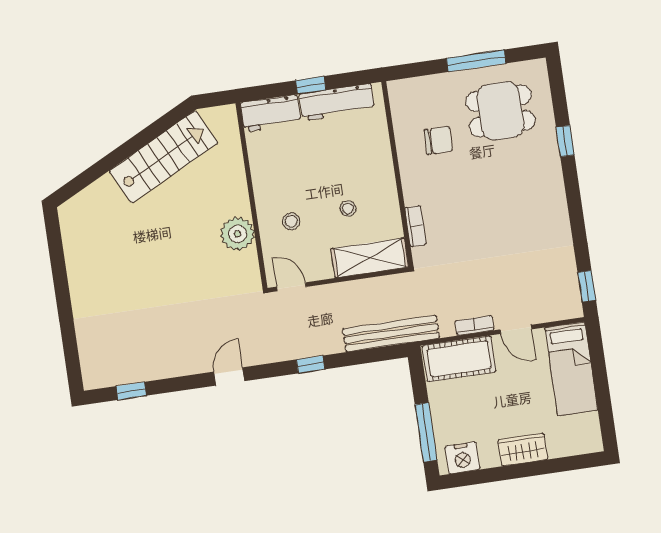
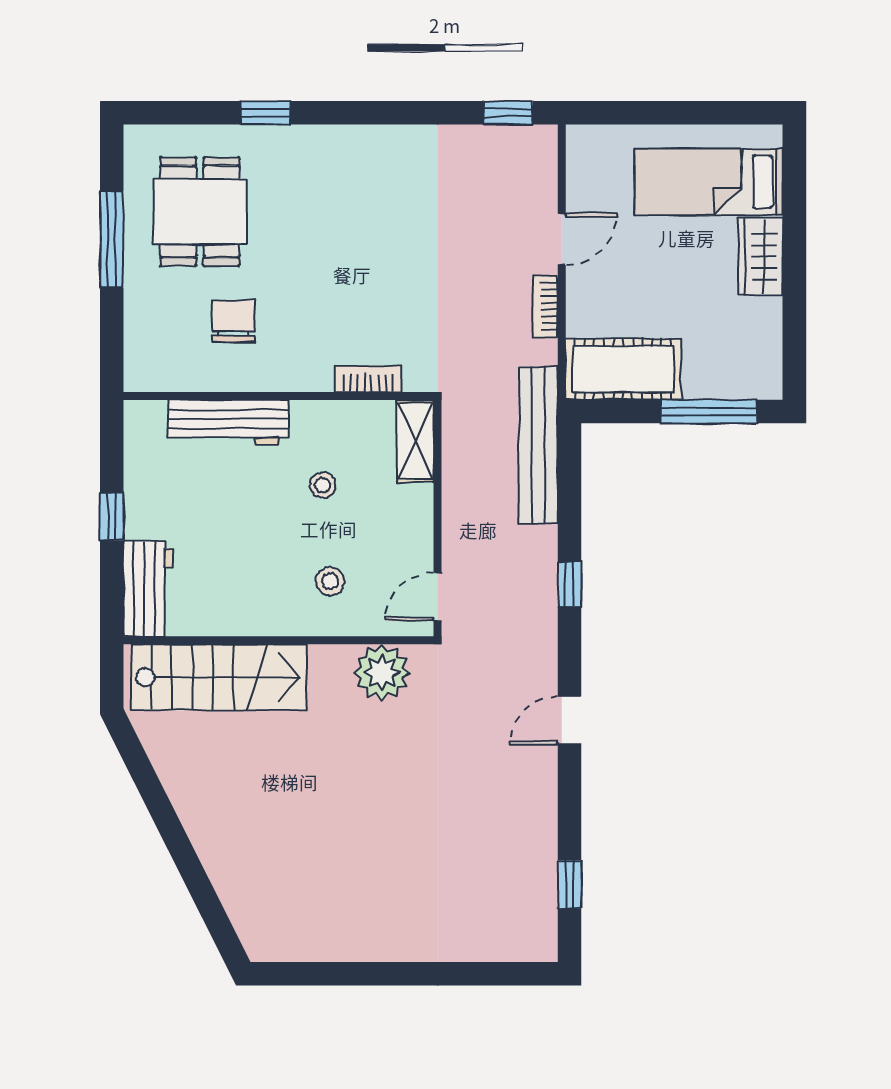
workbench: (337, 102) -> (228, 422), moved, turned 90
stairs: (163, 157) -> (219, 677), moved, turned 117
plant: (237, 234) -> (382, 672), moved
shelving: (370, 258) -> (415, 441), width x0.67, depth x0.75
cot: (459, 359) -> (623, 369), moved, turned 90
bed: (571, 369) -> (709, 182), moved, turned 180
door: (229, 376) -> (569, 721), hinge flipped
nightstand: (462, 458) -> (759, 358), removed

